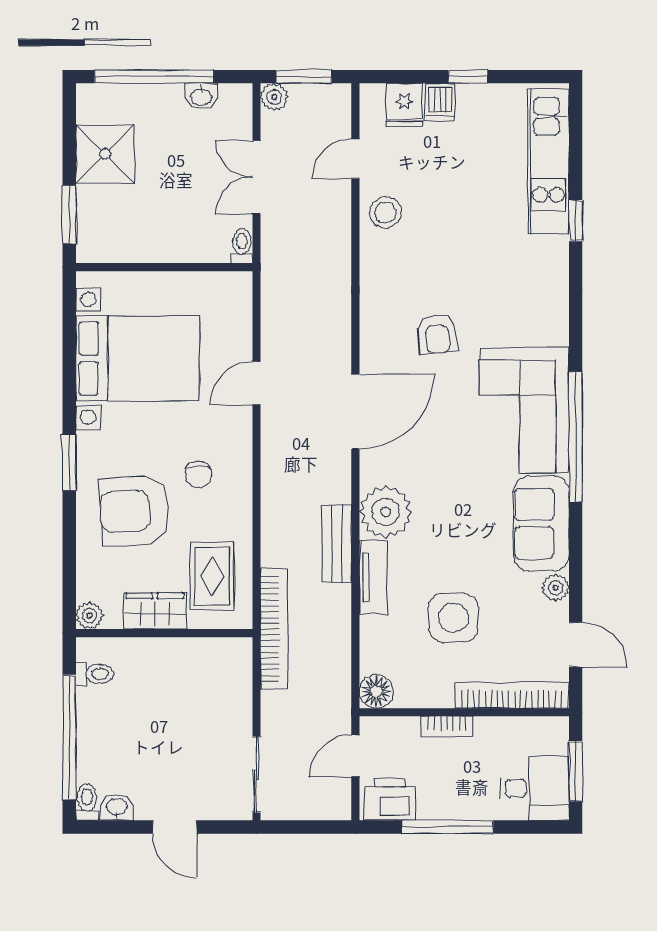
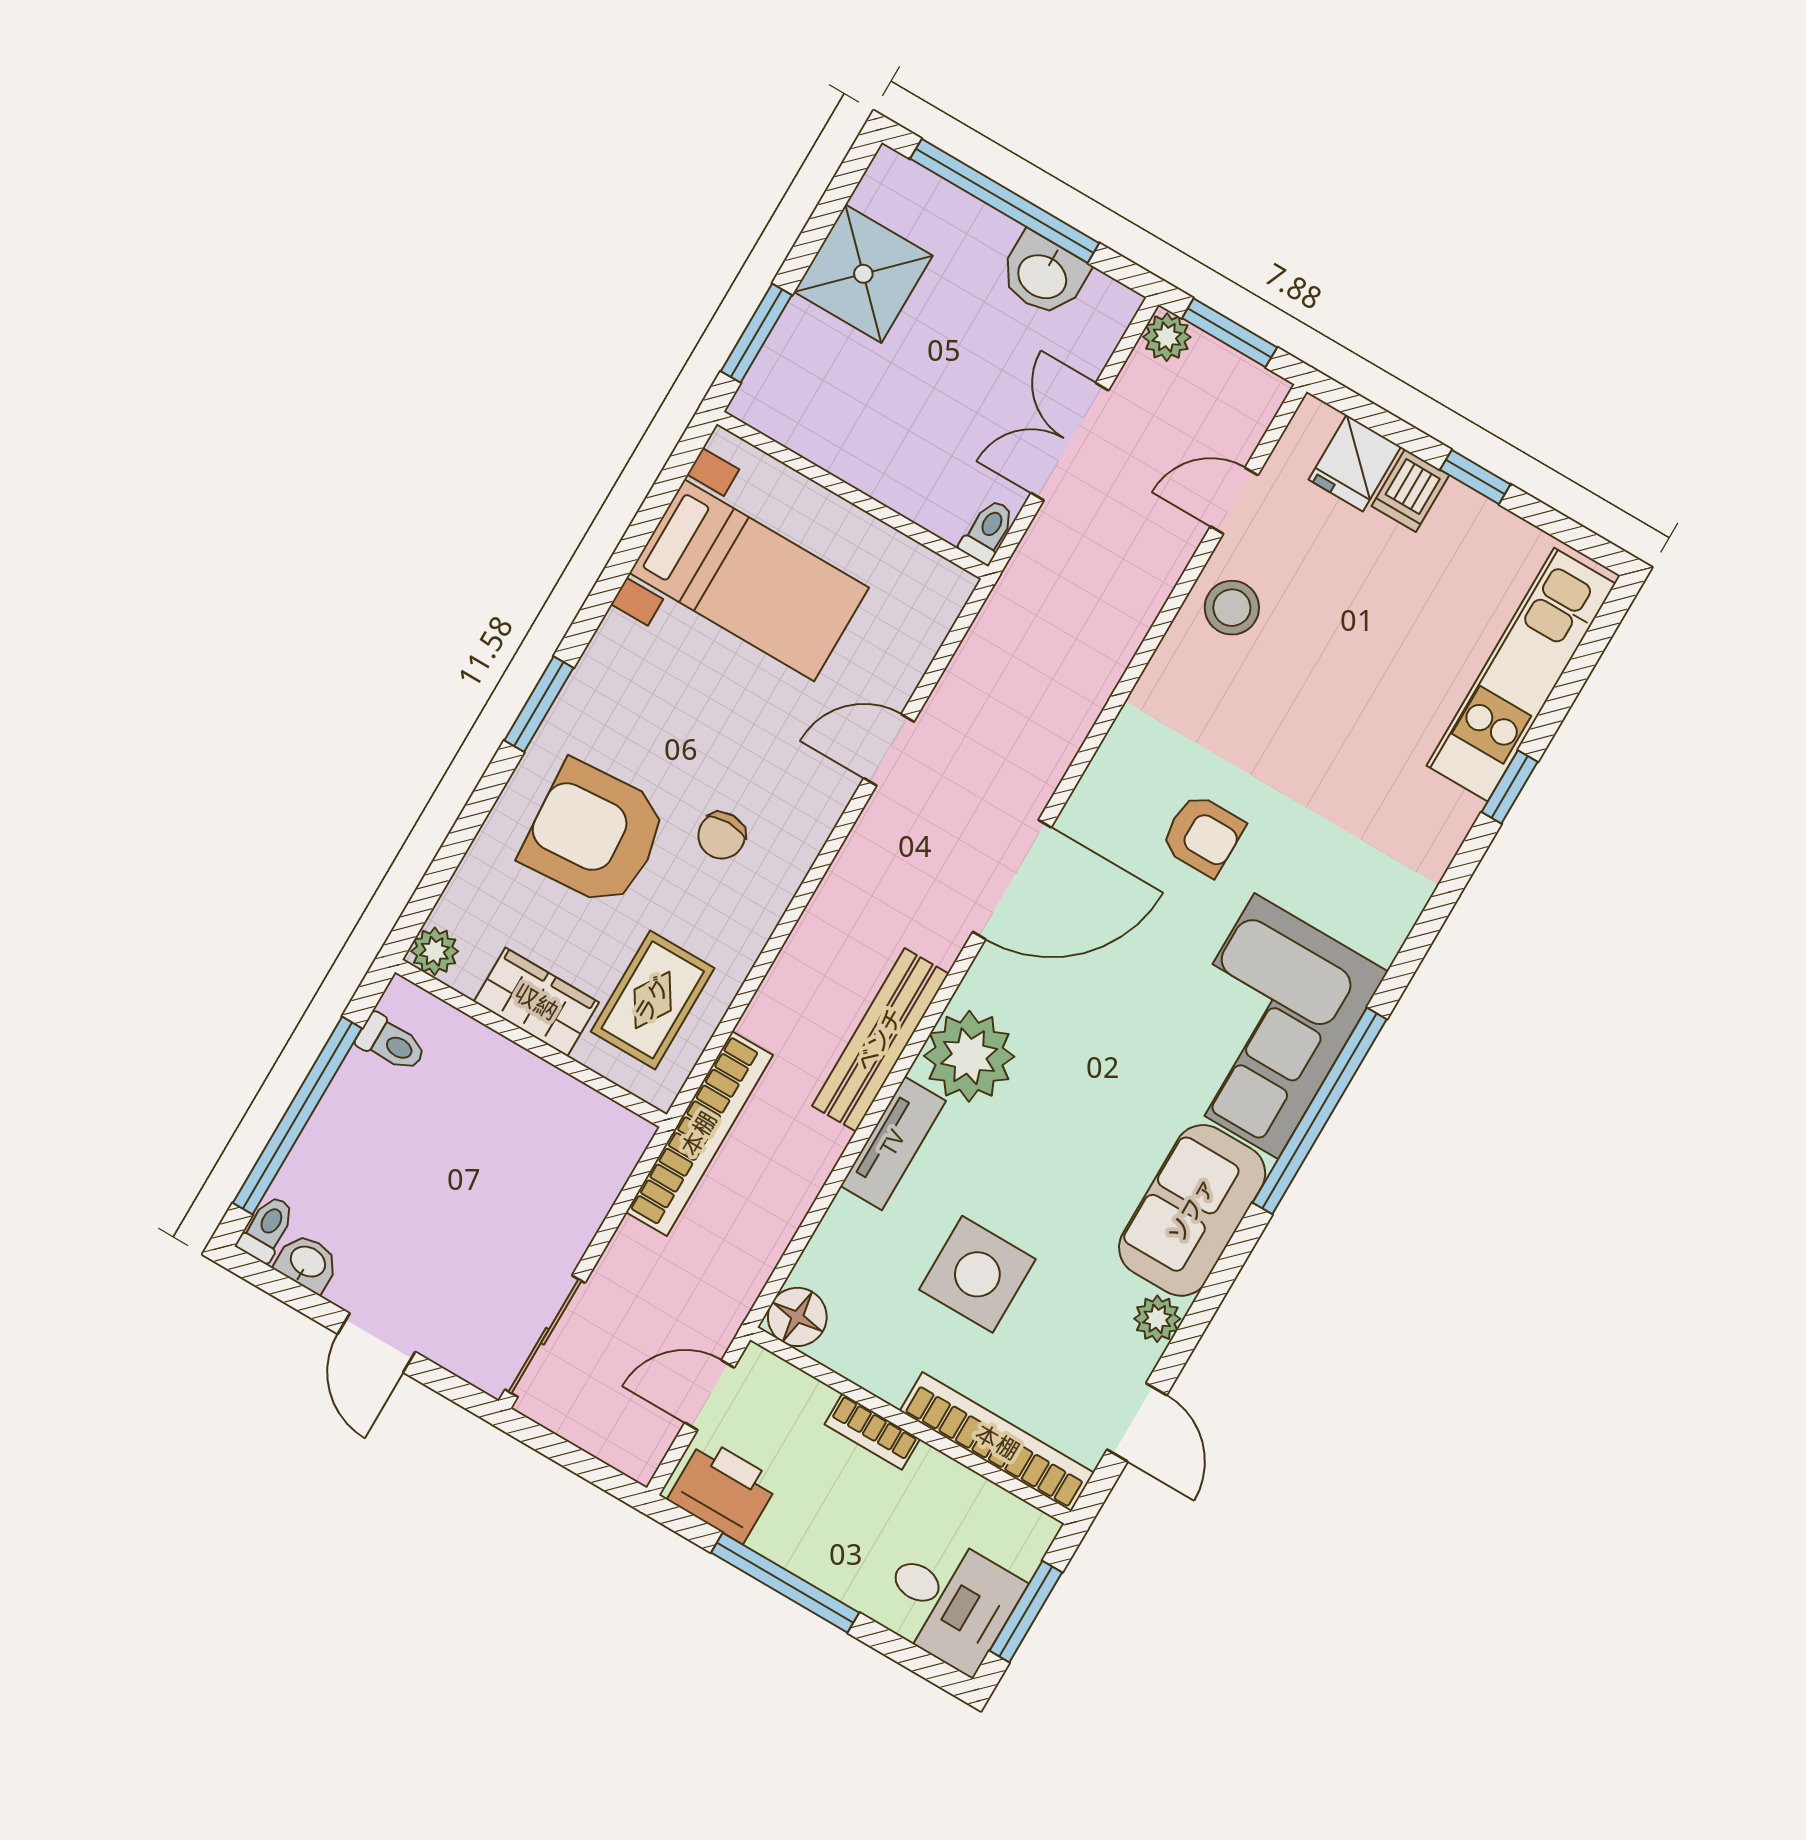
washbasin: (201, 96) -> (1043, 275), width x1.38, depth x1.45
armchair: (437, 334) -> (1203, 835), turned -85
bed with nightstands: (138, 358) -> (749, 580), width x0.73
bench: (337, 544) -> (880, 1040), width x1.36

